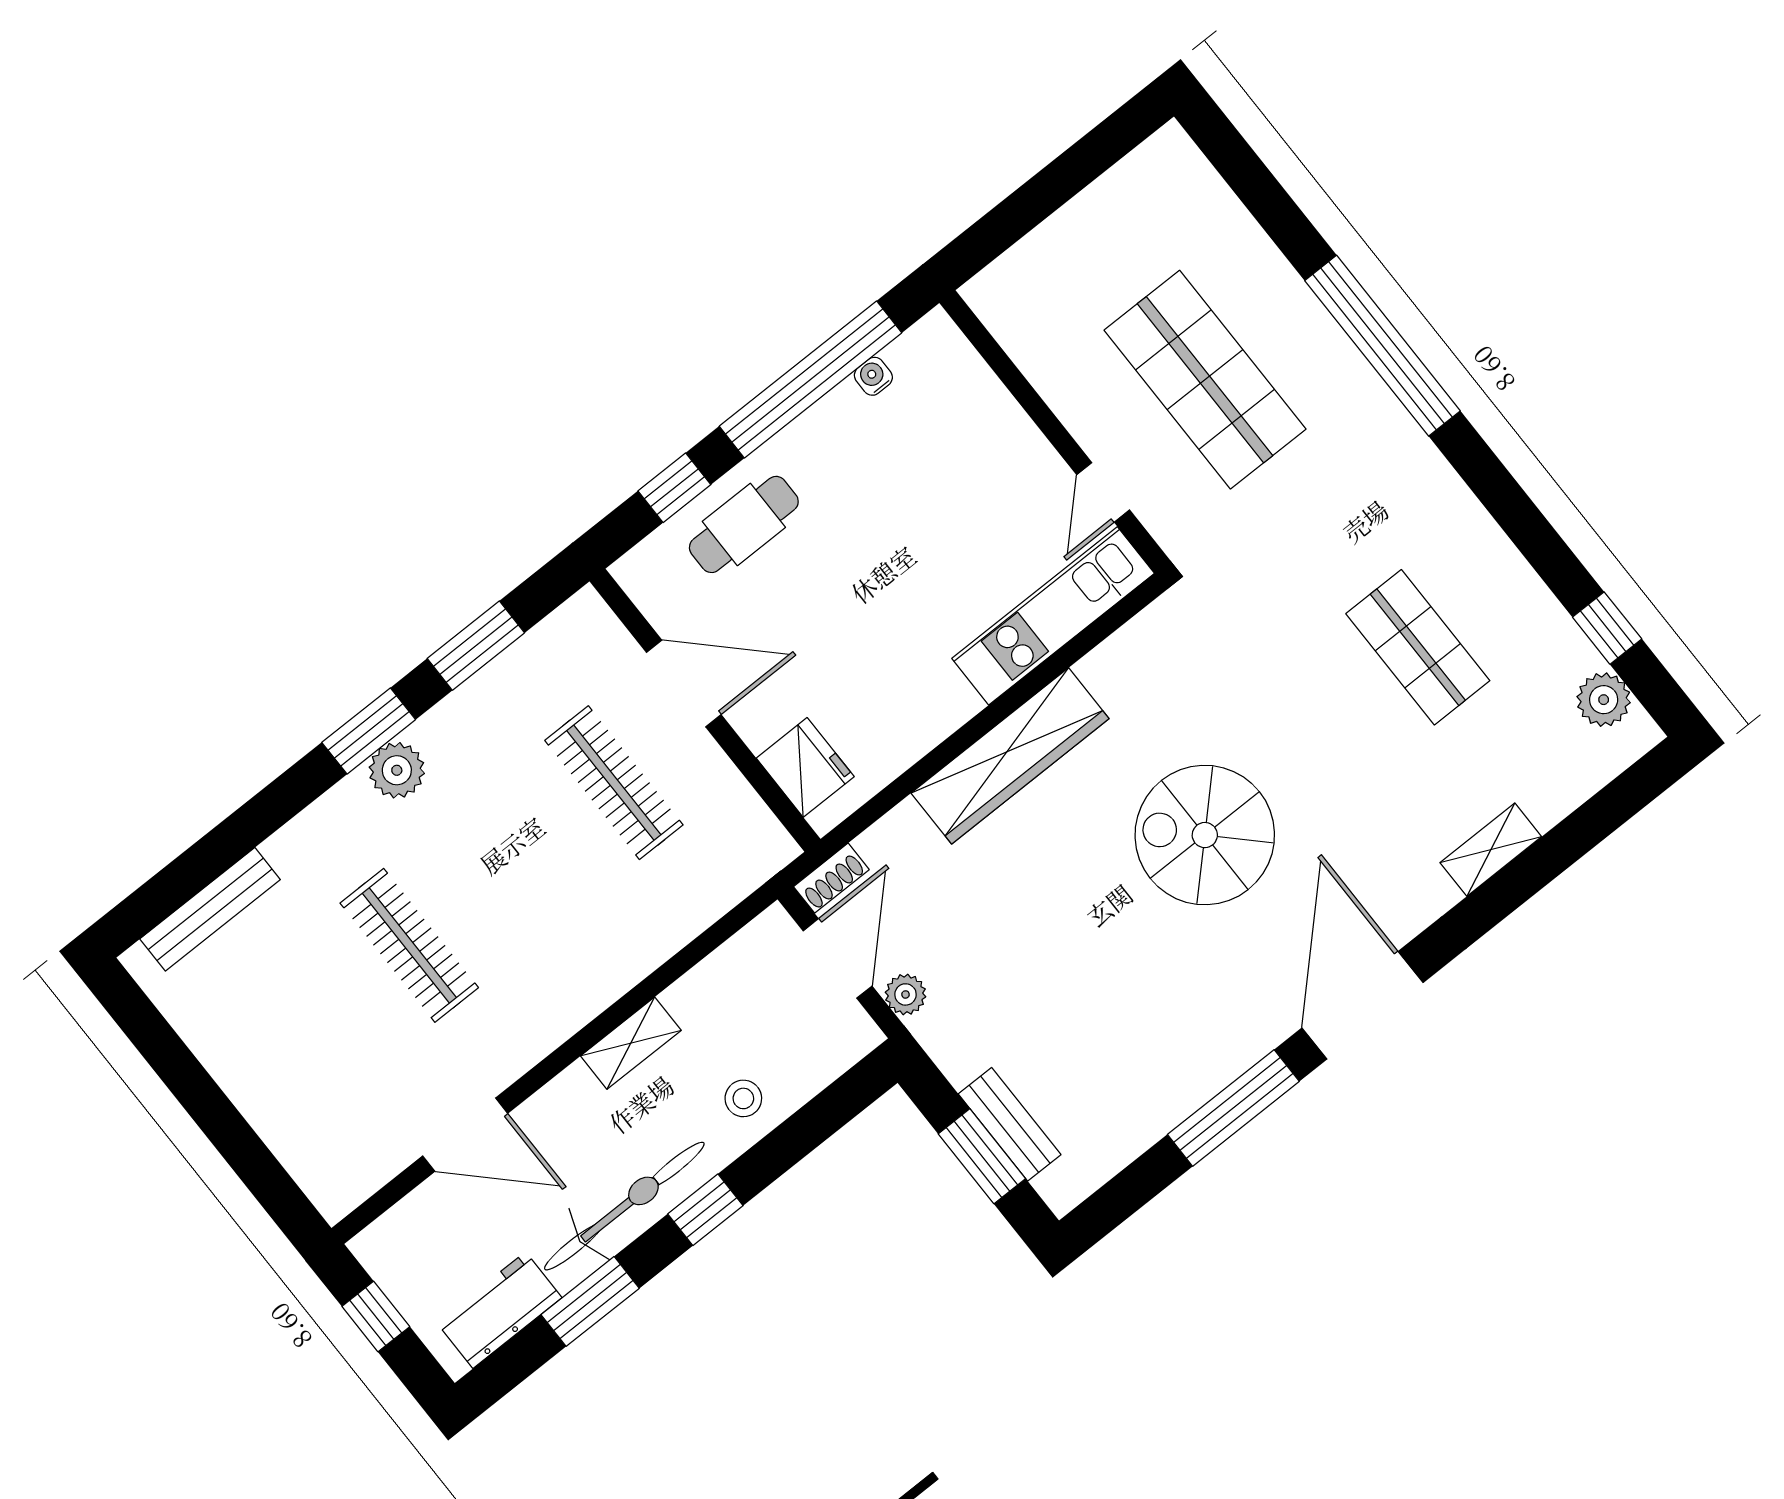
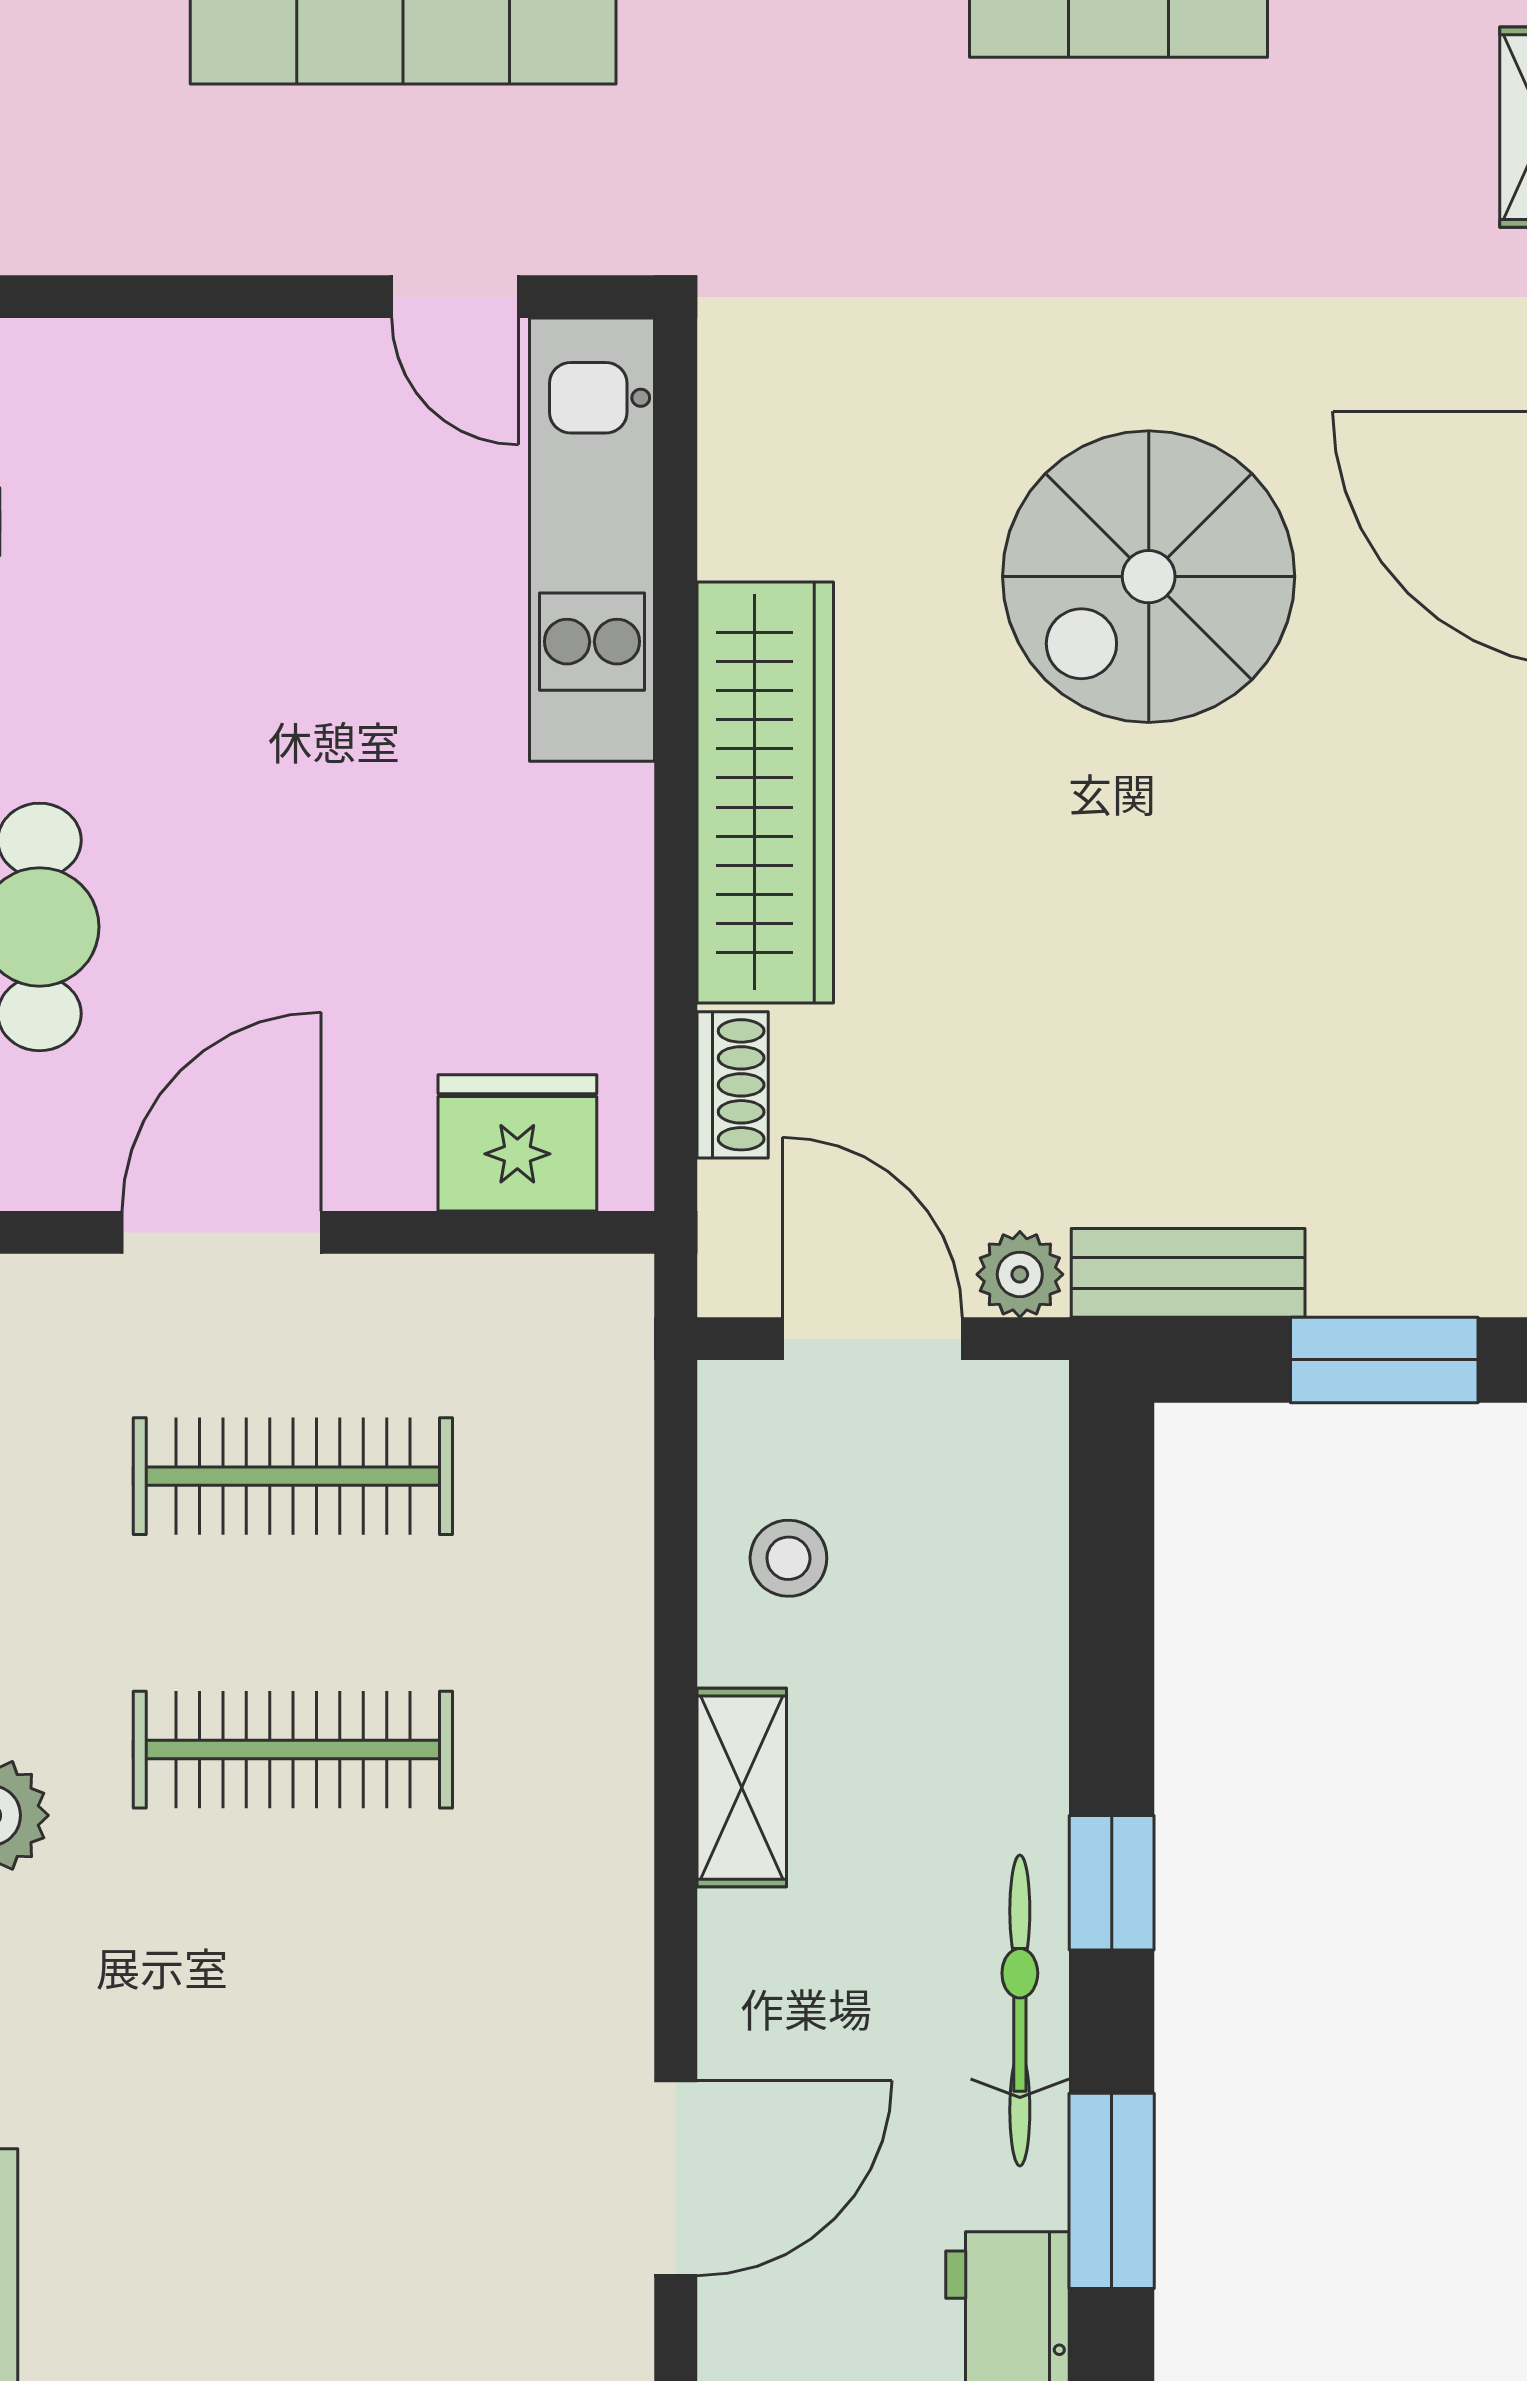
shoe rack: (831, 878) -> (733, 1085), moved
clothes rail: (409, 945) -> (293, 1750), moved
stool: (743, 1098) -> (788, 1558), moved
bench: (1010, 1124) -> (1188, 1273), moved
bicycle: (624, 1206) -> (1020, 2011), width x0.73, depth x0.71

